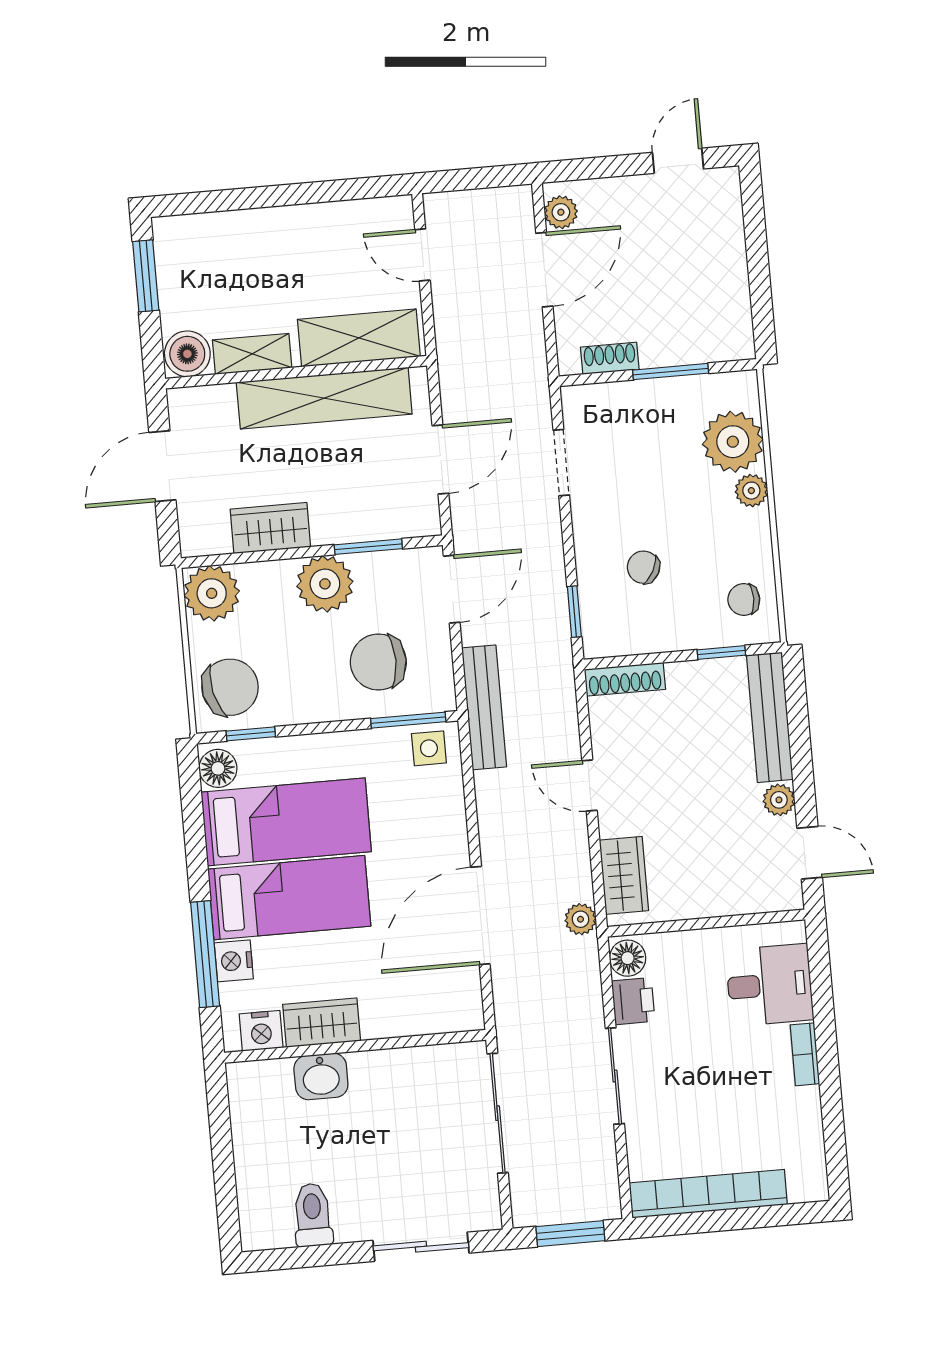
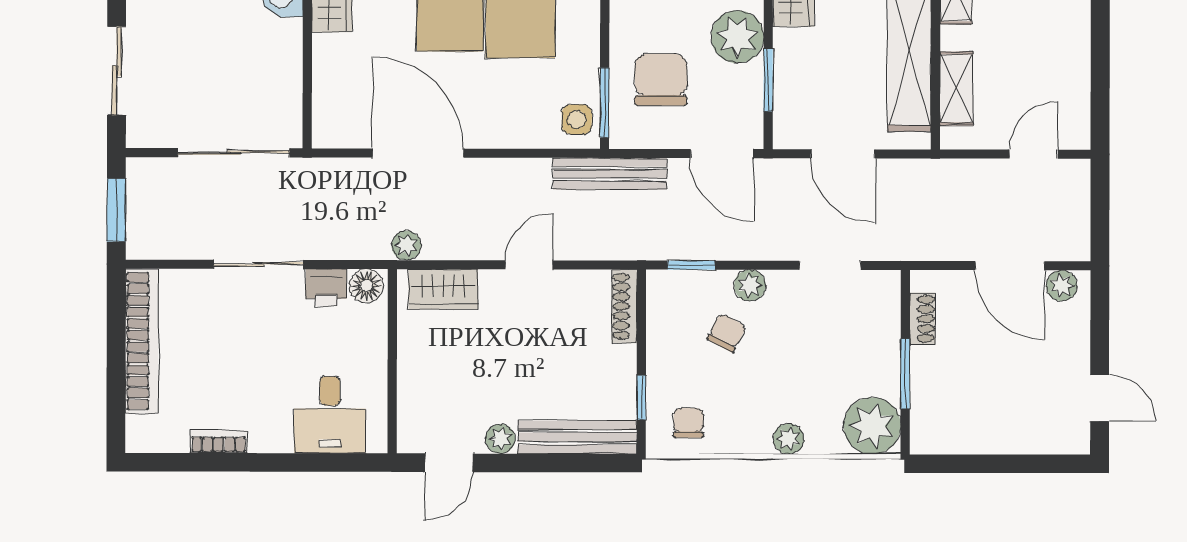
shelving: (359, 338) -> (957, 88), width x0.67, depth x0.75
plant: (733, 442) -> (872, 426), moved
plant: (590, 547) -> (750, 285), added
bookcase: (805, 1054) -> (219, 442), moved

